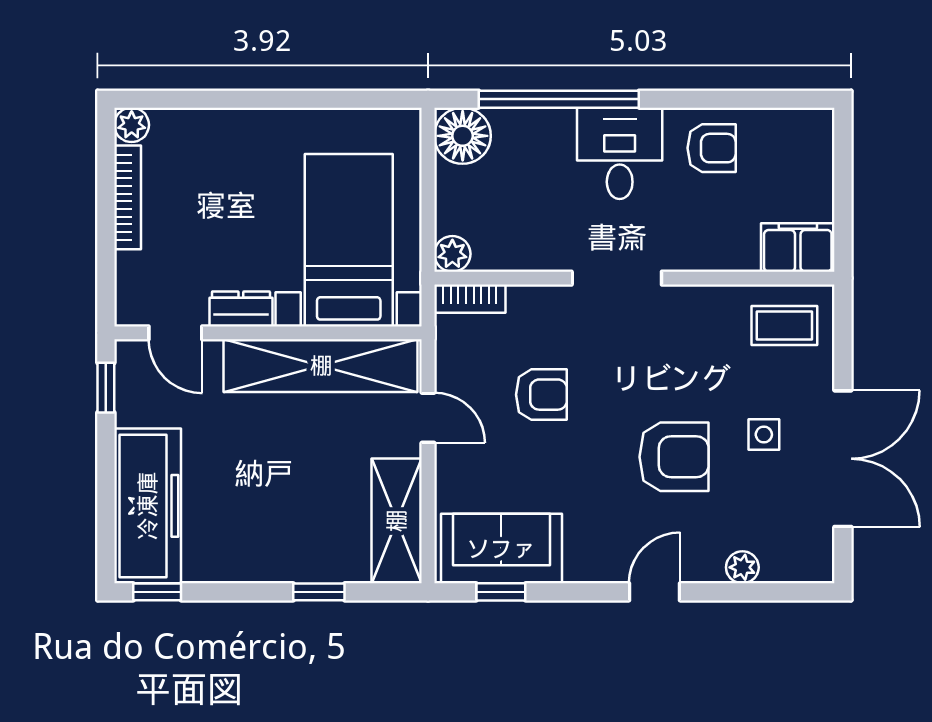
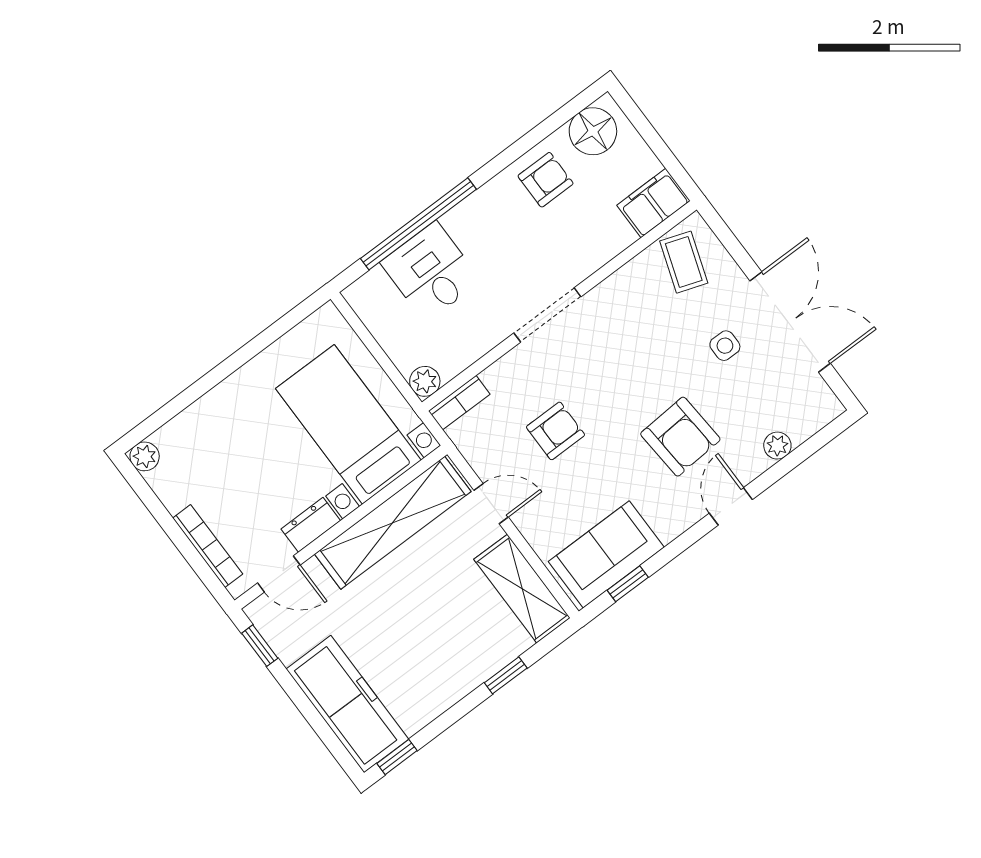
floor lamp: (463, 136) -> (593, 131), moved
desk: (620, 153) -> (431, 272), moved
bookcase: (128, 197) -> (208, 546), moved
coffee table: (784, 325) -> (684, 262), turned -71
armchair: (674, 457) -> (680, 437), moved, turned 86

